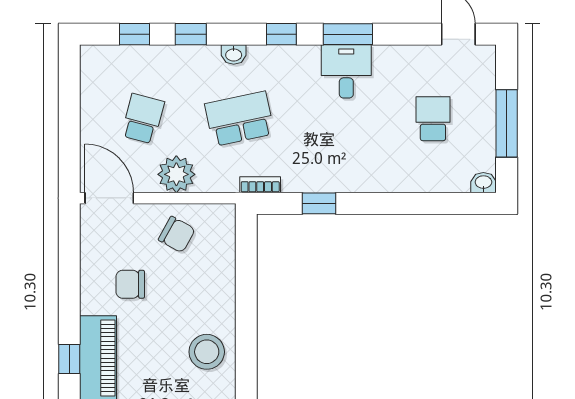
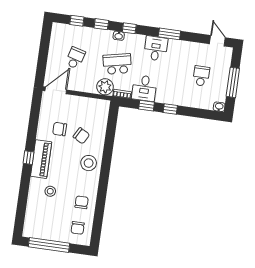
window: (281, 34) -> (129, 28), moved
desk: (346, 71) -> (156, 48), moved
desk: (309, 165) -> (144, 88), added
plant: (176, 174) -> (105, 87), moved
door: (109, 198) -> (56, 90), hinge flipped
window: (374, 203) -> (170, 109), added
chair: (177, 234) -> (81, 136), moved

